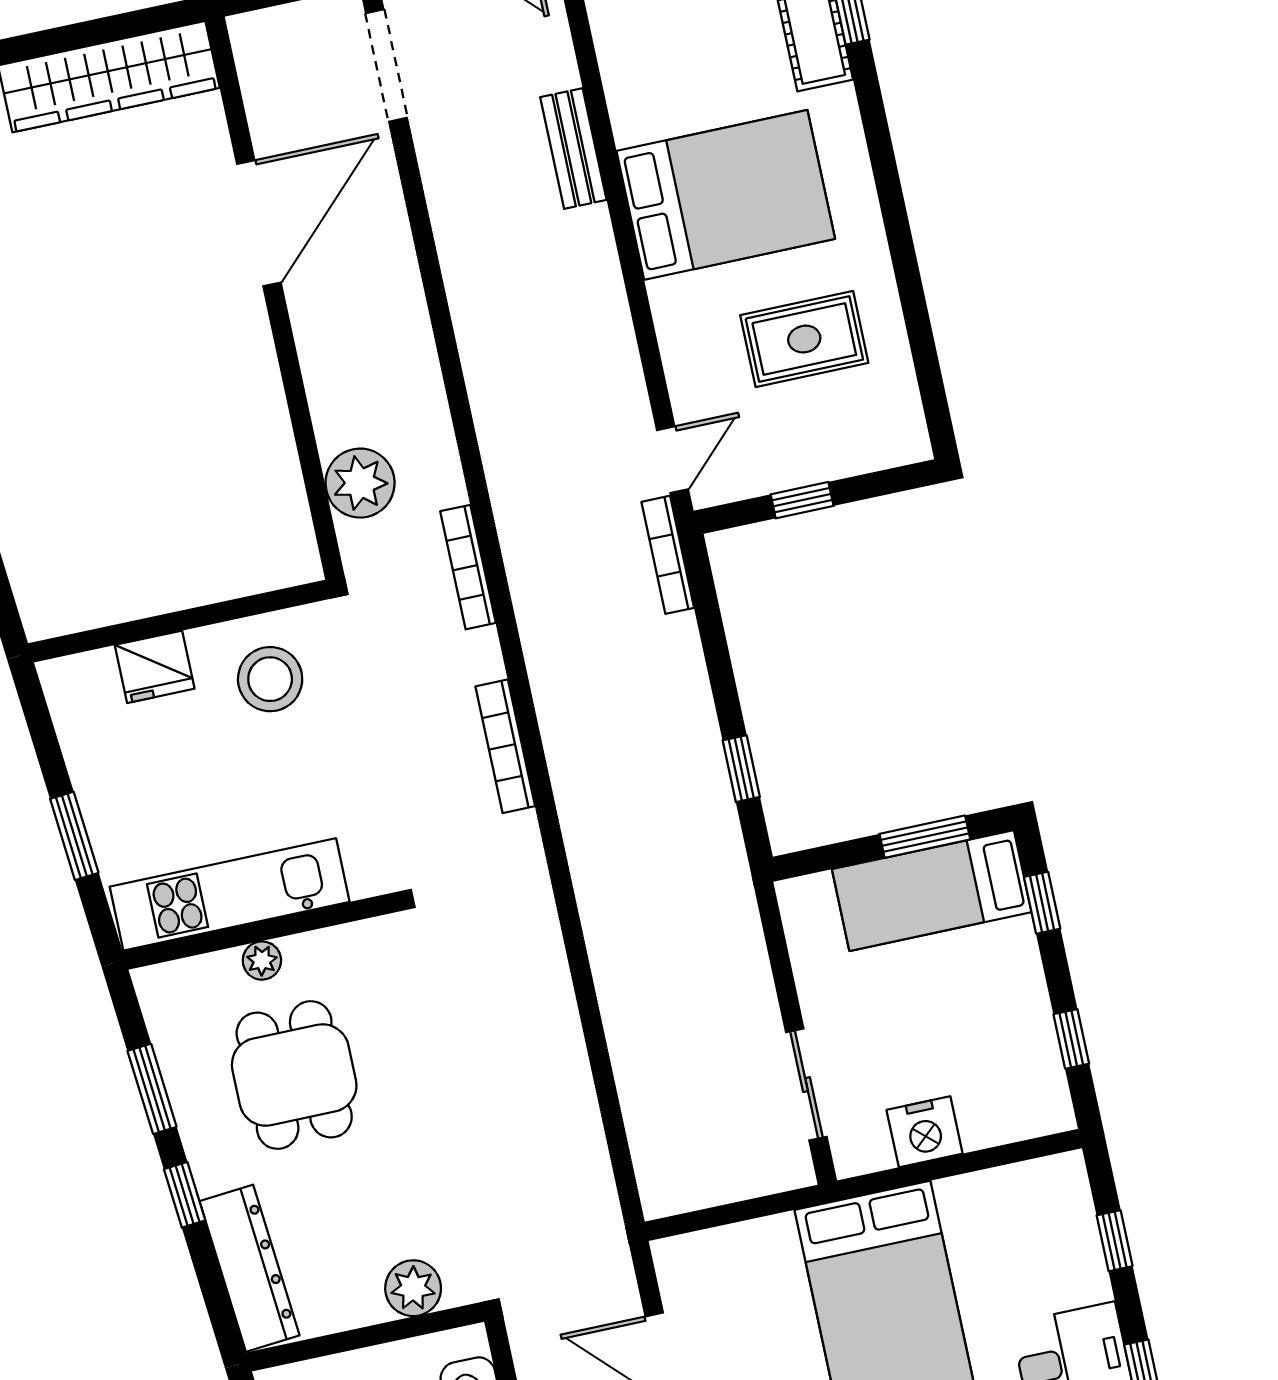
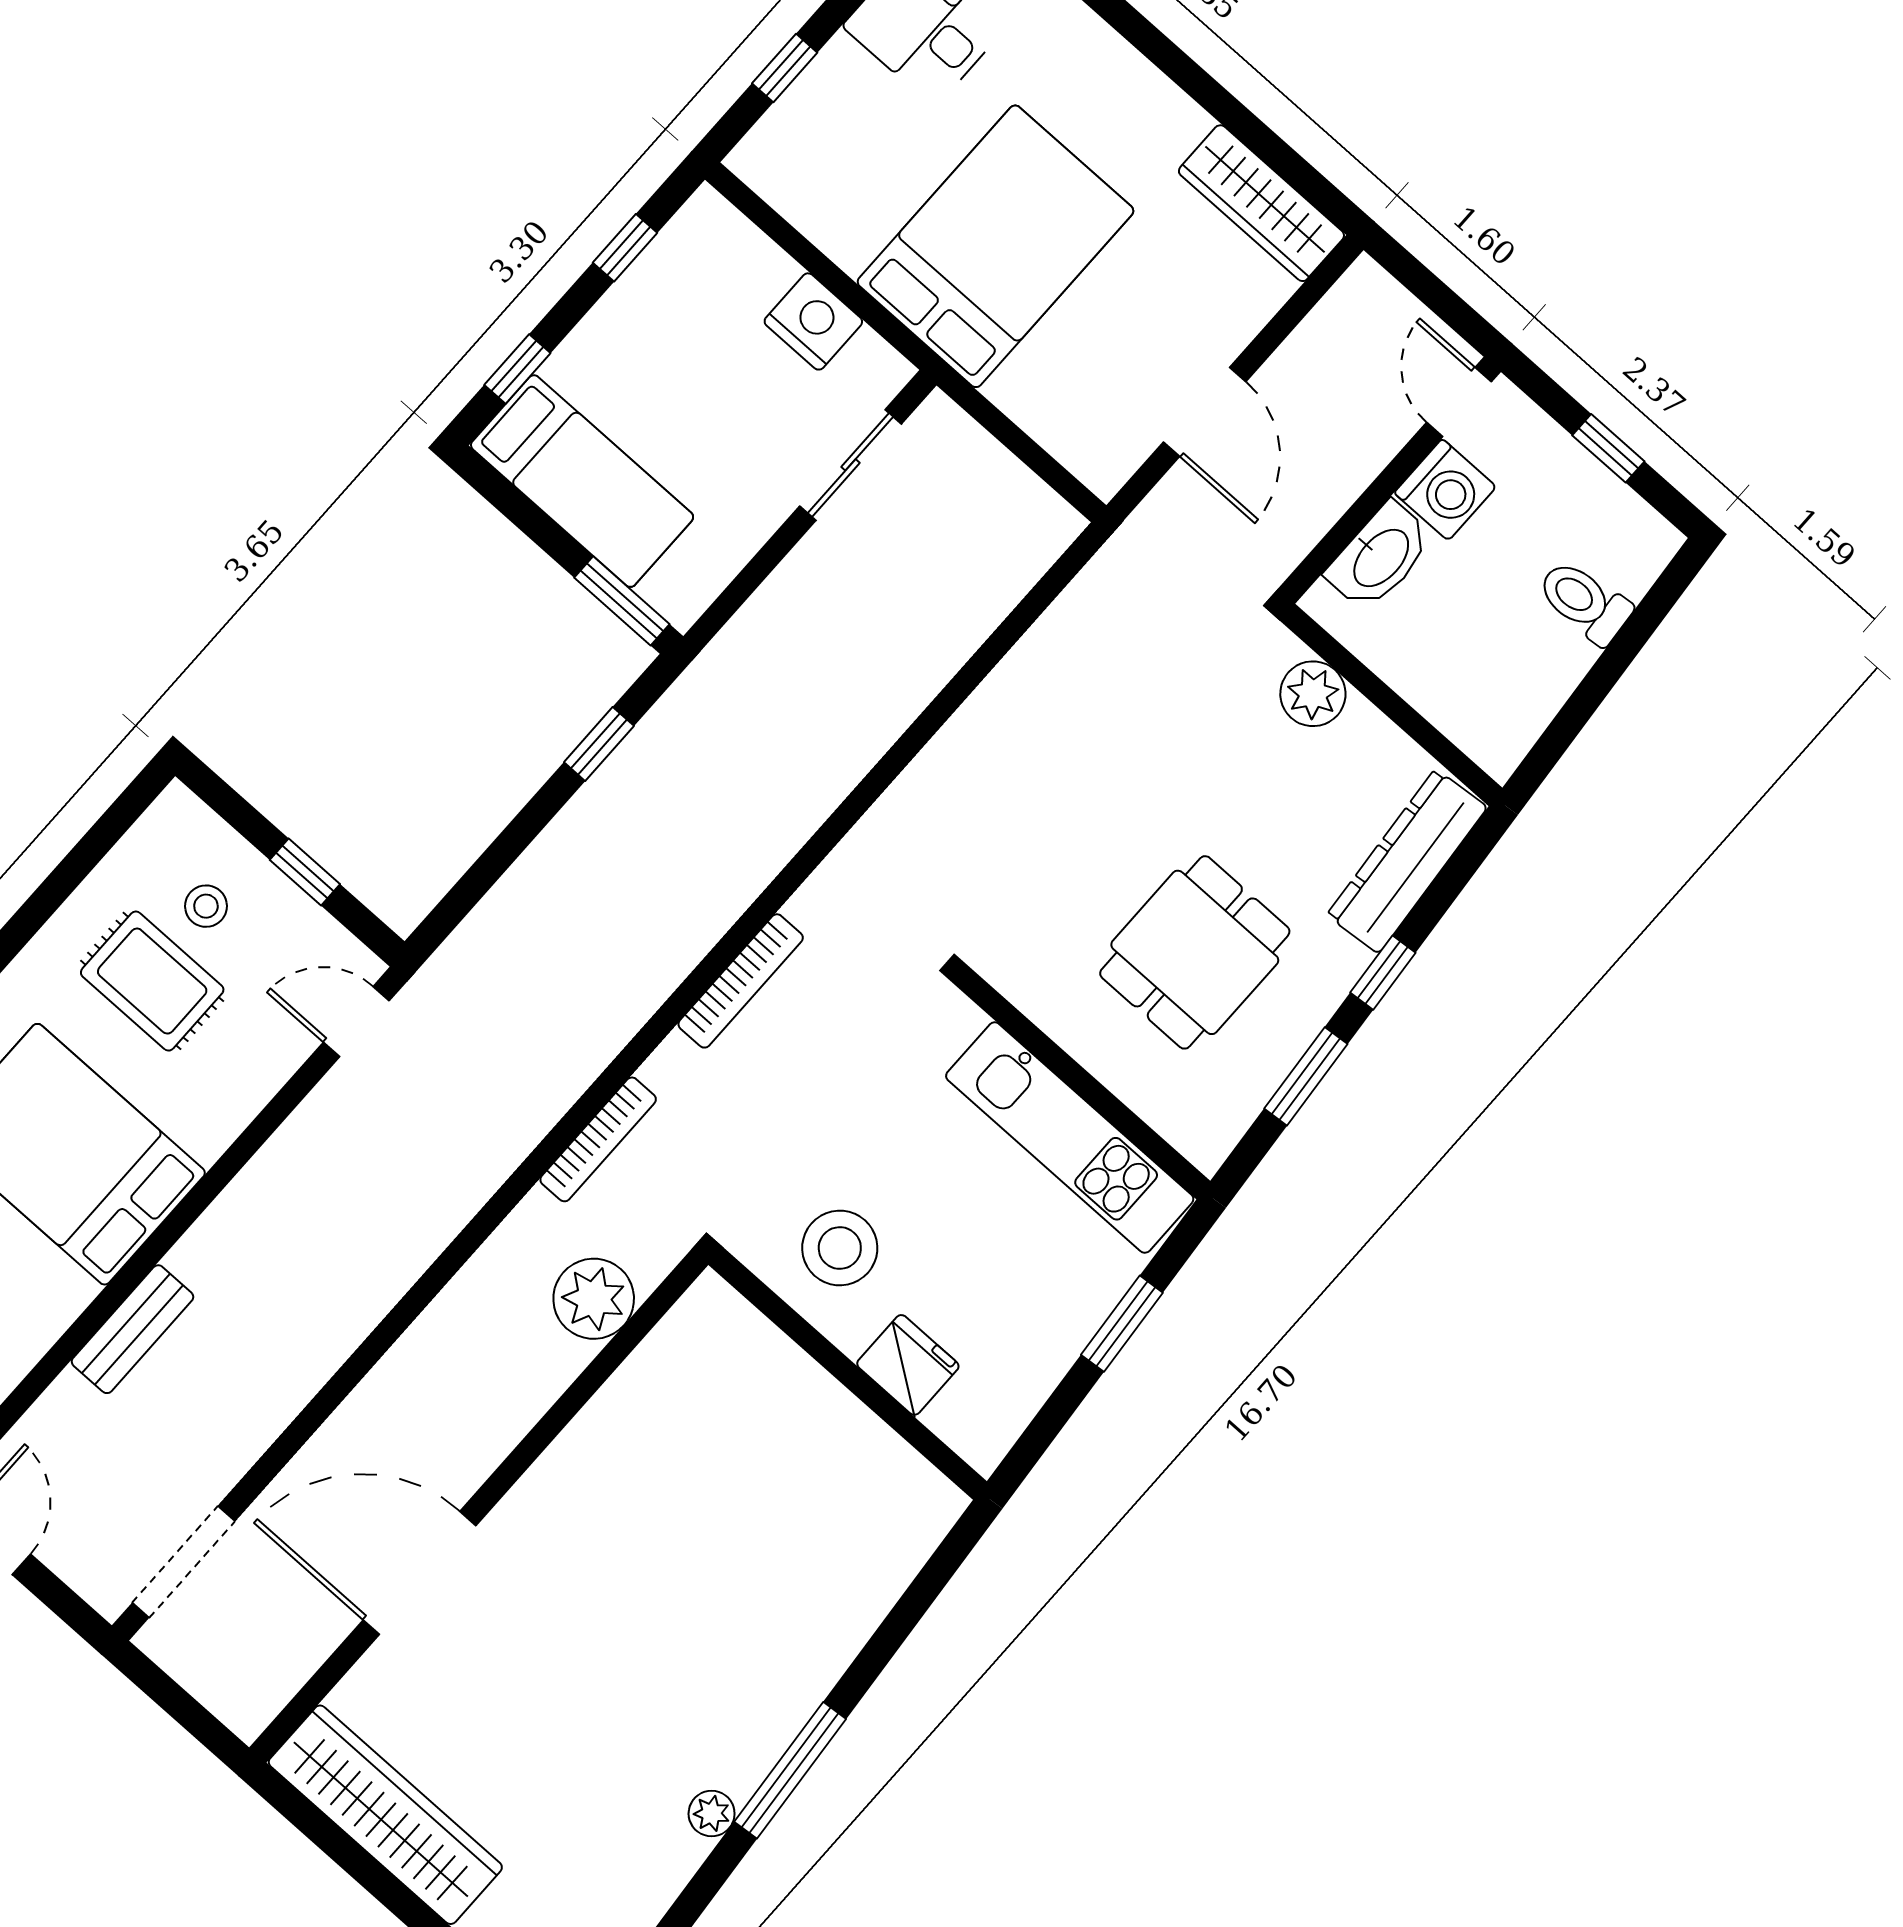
stool: (829, 414) -> (206, 906), added
bookcase: (668, 555) -> (449, 960), removed
window: (925, 837) -> (622, 601), moved
plant: (262, 961) -> (1110, 1062), removed

